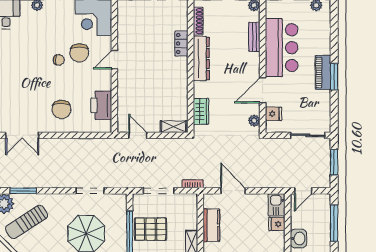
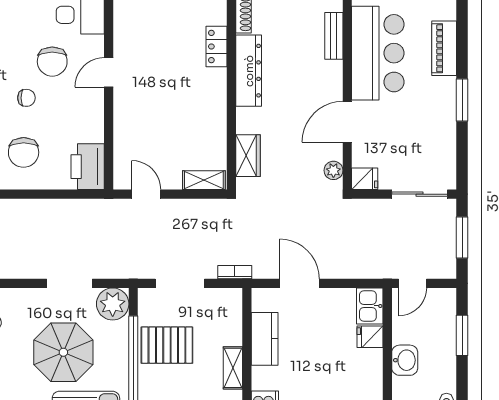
chair: (59, 60) -> (26, 98), moved
piano: (323, 72) -> (444, 48), moved
printer: (101, 105) -> (88, 167), moved
fridge: (274, 114) -> (365, 179), moved
plant: (117, 204) -> (113, 304), added
window: (334, 223) -> (462, 335), width x0.69

